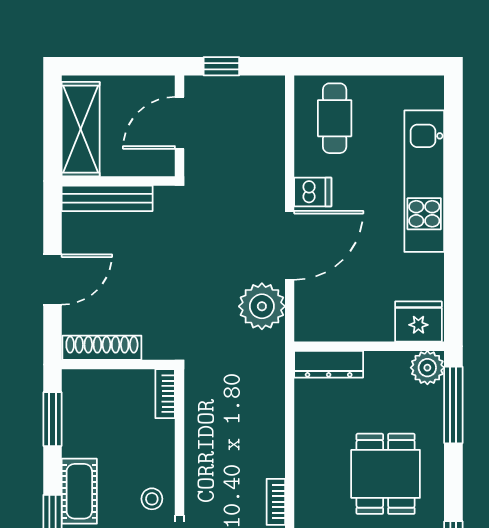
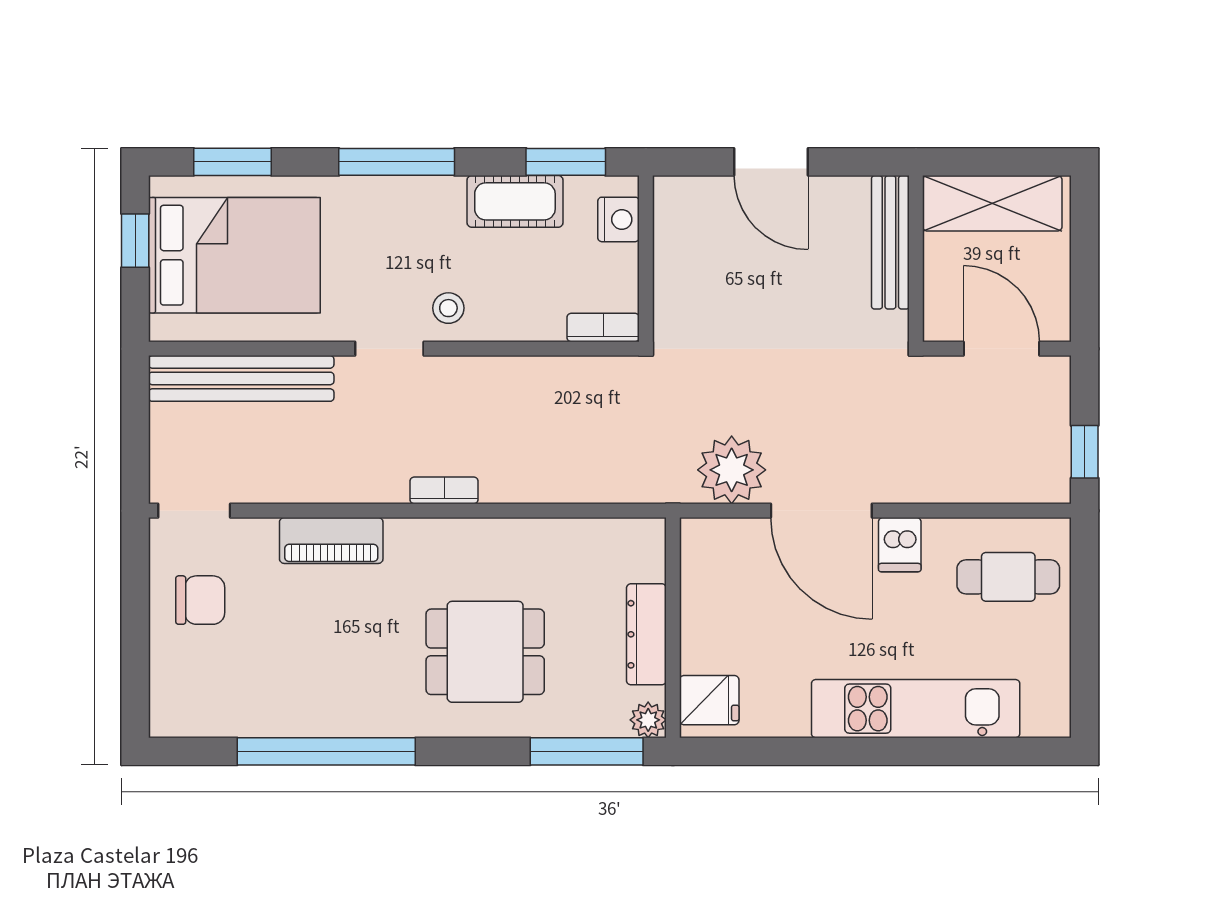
window: (221, 66) -> (1085, 452), moved
fridge: (418, 322) -> (709, 700), width x0.72
shoe rack: (102, 348) -> (671, 235), removed
dresser: (329, 364) -> (646, 634), moved
plant: (427, 368) -> (648, 720), width x0.73, depth x0.73
nightstand: (92, 383) -> (618, 219), added
cot: (79, 491) -> (515, 201), moved

